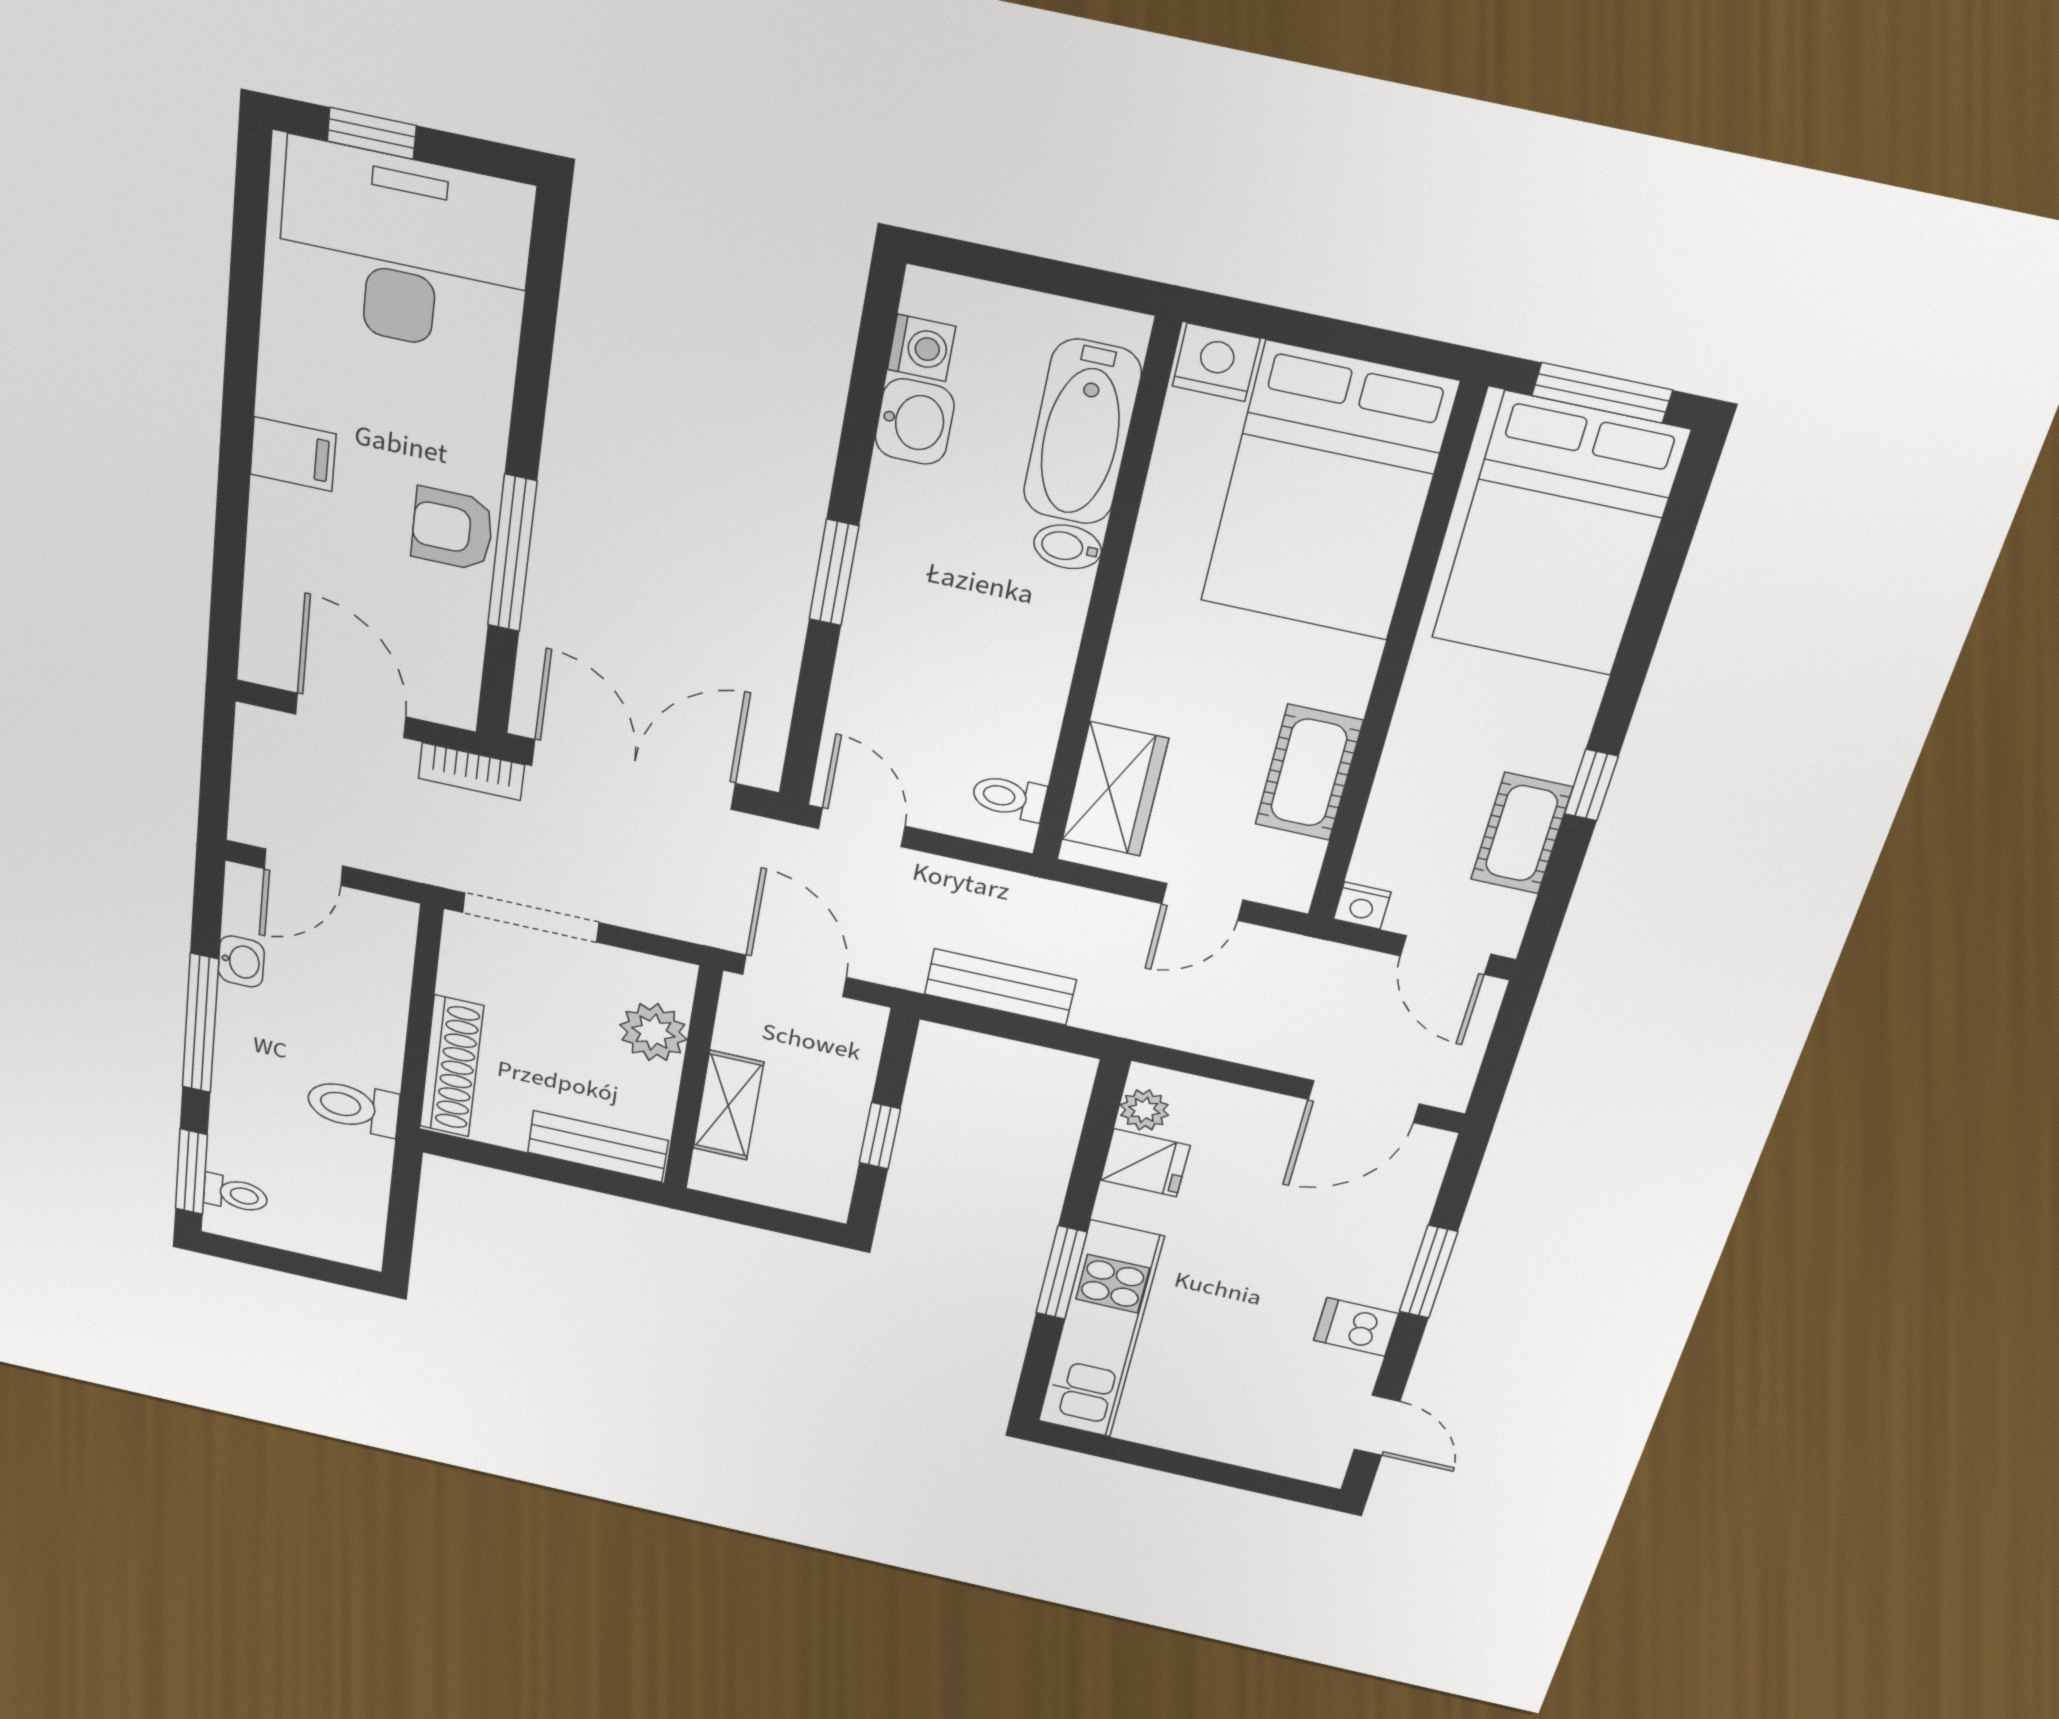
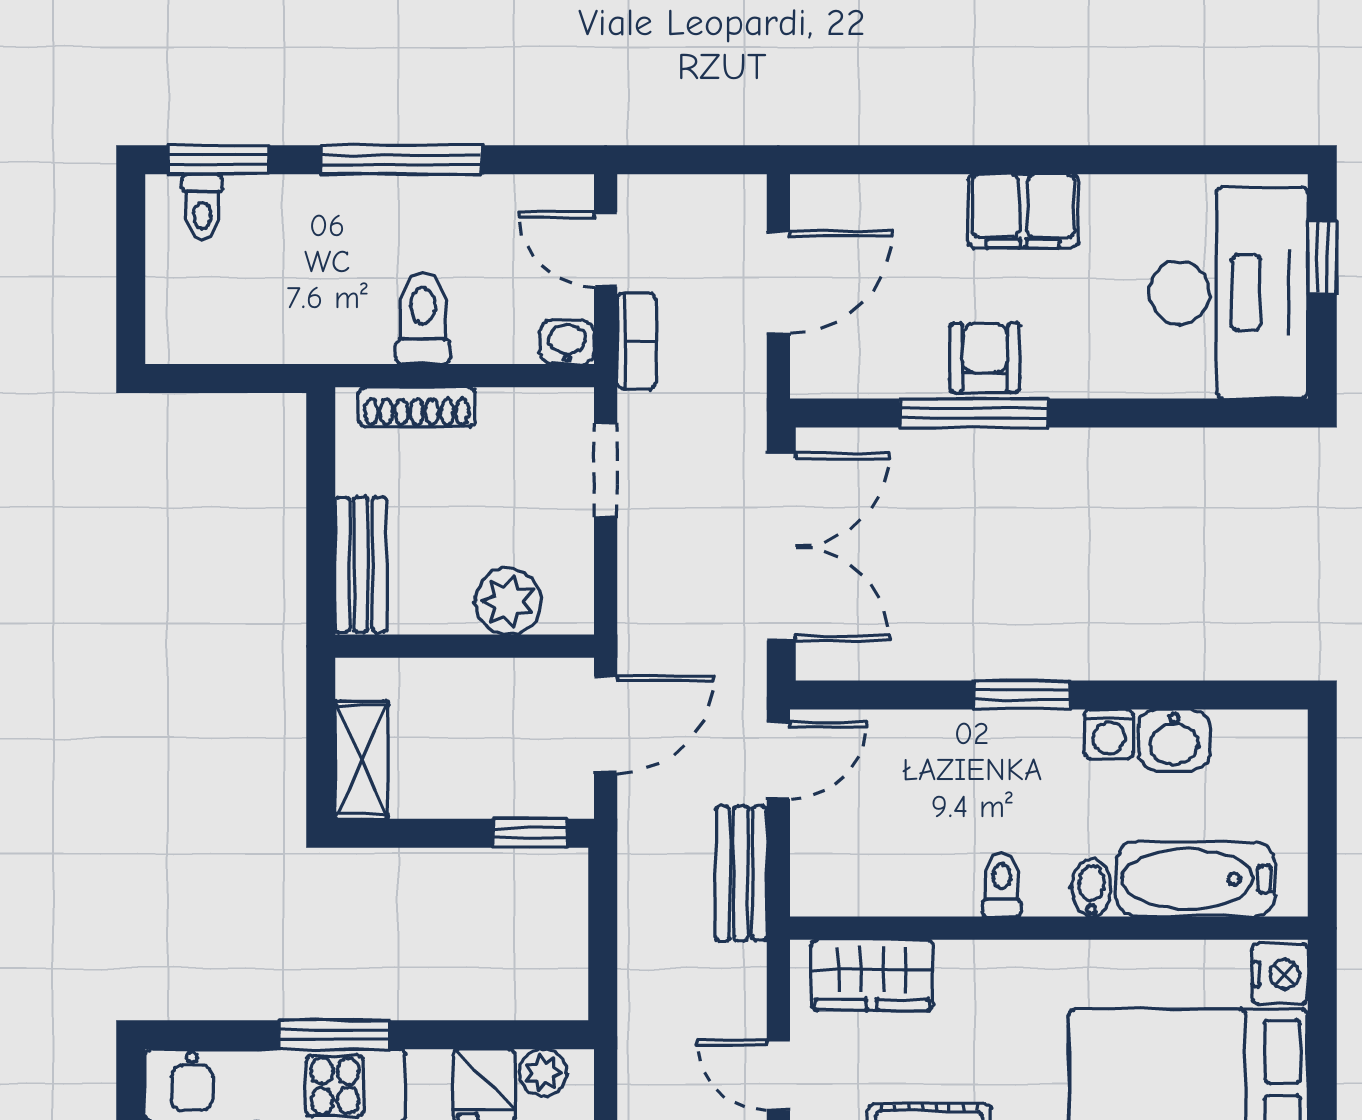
washing machine: (921, 348) -> (1109, 734), moved
filing cabinet: (293, 454) -> (1023, 211), width x2.00
bookcase: (471, 772) -> (636, 341), moved, turned 180
toilet: (1009, 797) -> (1002, 885), moved
doorway: (531, 918) -> (606, 470), width x0.73
washbasin: (241, 961) -> (567, 342), moved, turned 180
bench: (1000, 987) -> (741, 873), moved
shoe rack: (451, 1066) -> (417, 407), width x0.74, depth x0.81
shelving: (728, 1105) -> (362, 760), moved, turned 90
toilet: (353, 1107) -> (423, 319), moved
window: (880, 1136) -> (530, 833), moved

